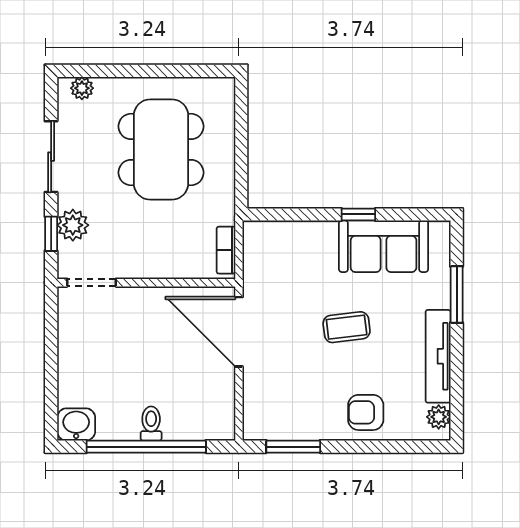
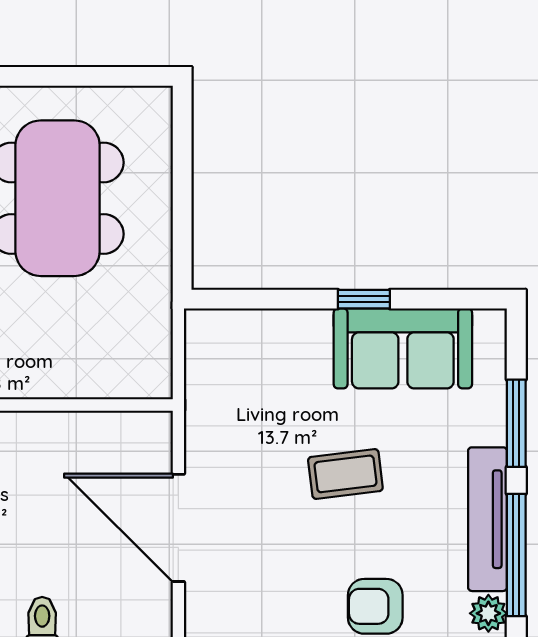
bookcase: (226, 250) -> (158, 354), removed
door: (239, 332) -> (178, 528), moved
window: (457, 379) -> (516, 555), added

